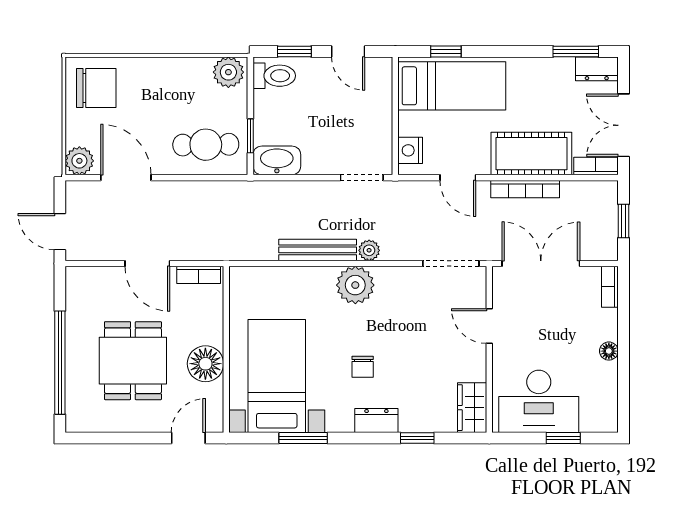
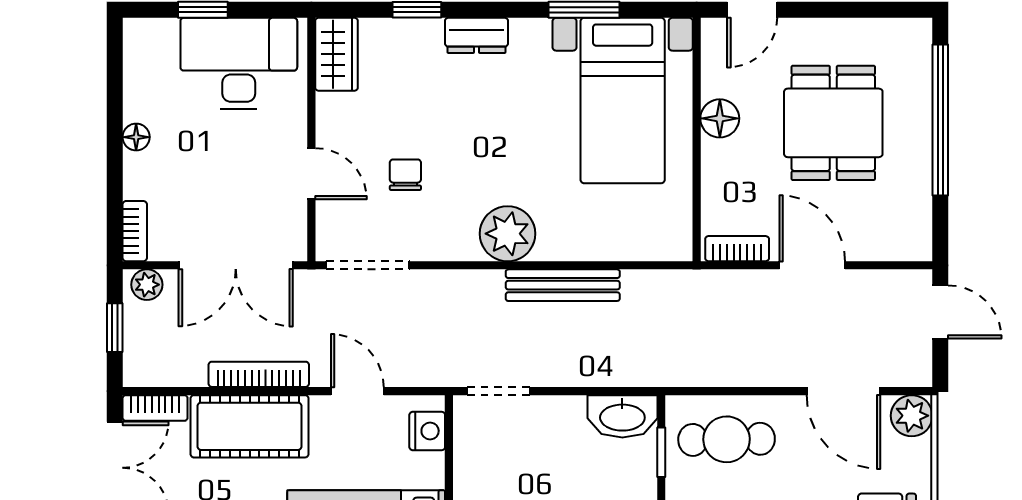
plant: (369, 250) -> (147, 285), moved
floor lamp: (205, 364) -> (720, 118), width x0.73, depth x0.73
chair: (363, 367) -> (405, 175), moved

